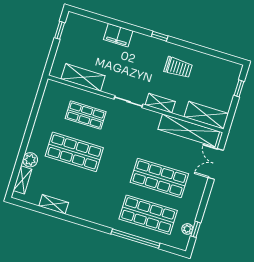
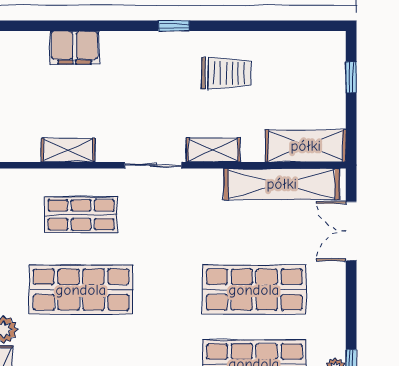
filing cabinet: (118, 35) -> (74, 47), moved
shelving: (83, 77) -> (68, 150), width x0.67, depth x0.75

